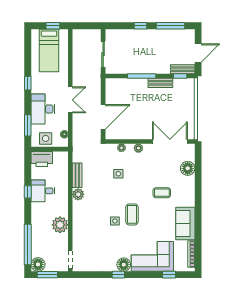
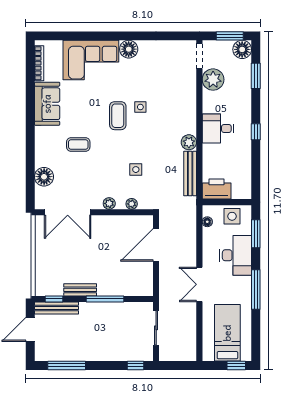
window: (53, 26) -> (236, 365), moved
window: (141, 26) -> (135, 365), moved
bench: (183, 69) -> (56, 308), width x1.36
window: (28, 83) -> (256, 290), width x2.17
double door: (70, 100) -> (199, 284), moved
printer: (42, 159) -> (217, 189), moved
bench: (77, 175) -> (190, 173), width x1.36
desk: (43, 191) -> (218, 128), moved, turned 180
window: (28, 192) -> (256, 132), moved
plant: (60, 225) -> (213, 80), moved
window: (28, 244) -> (256, 76), width x0.47
window: (118, 275) -> (136, 36), removed
window: (169, 275) -> (69, 36), removed

